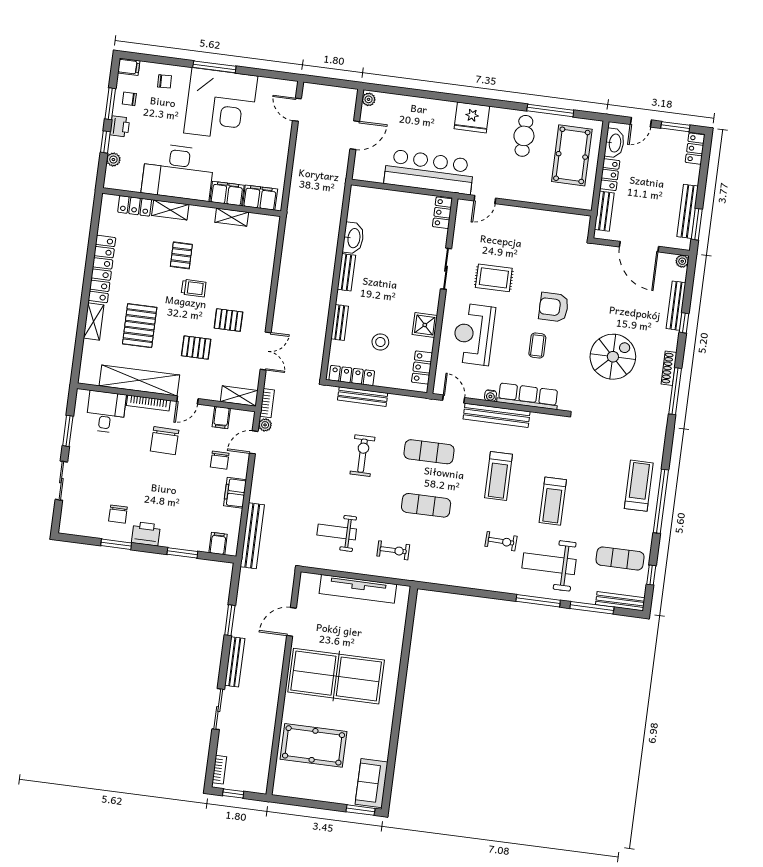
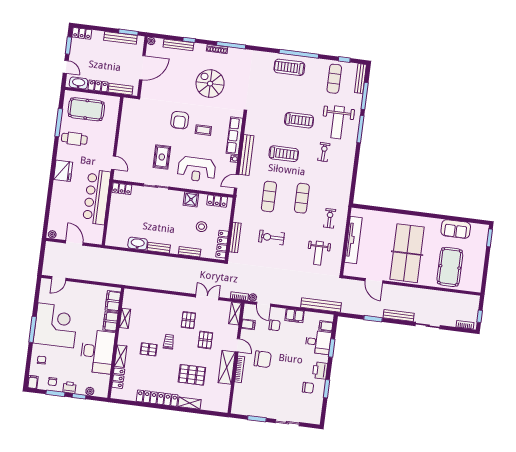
shelving: (139, 380) -> (227, 367), width x0.68
desk: (106, 412) -> (318, 342), moved, turned 180
sofa: (371, 783) -> (456, 229), moved

